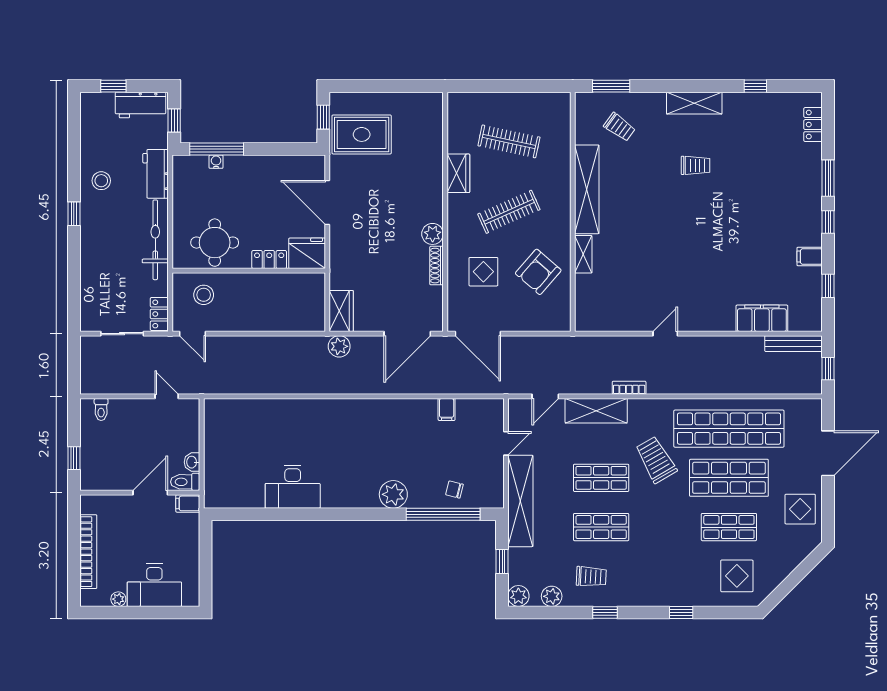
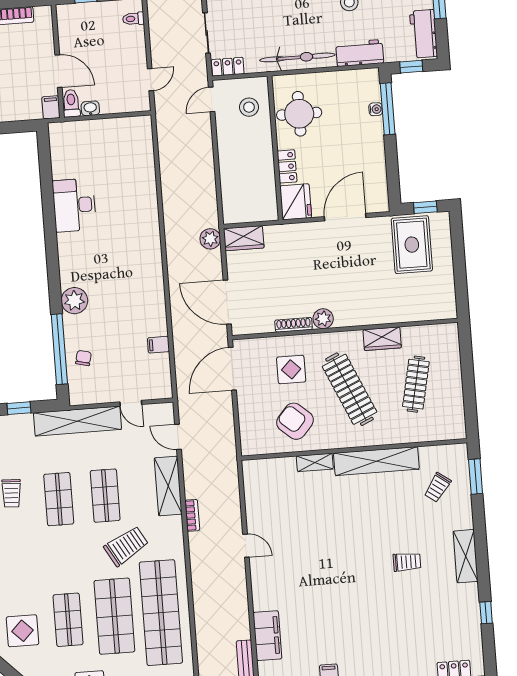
trolley: (695, 165) -> (407, 562), turned -90
clothes rail: (509, 212) -> (350, 389), width x1.37, depth x1.31

